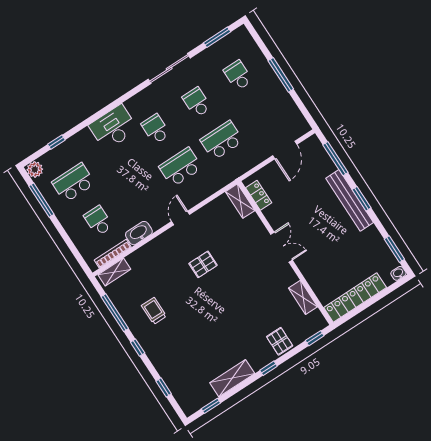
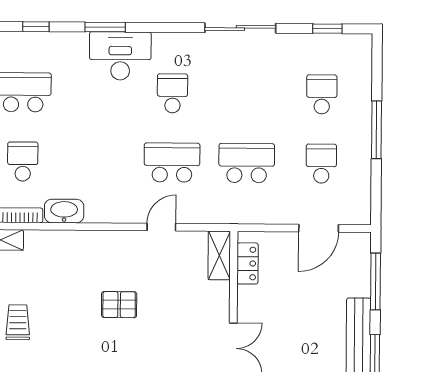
window: (217, 37) -> (327, 29), width x0.67
school desk: (197, 102) -> (321, 164), moved
window: (95, 117) -> (105, 27), added
door: (181, 218) -> (161, 227), moved

